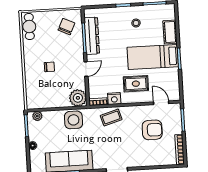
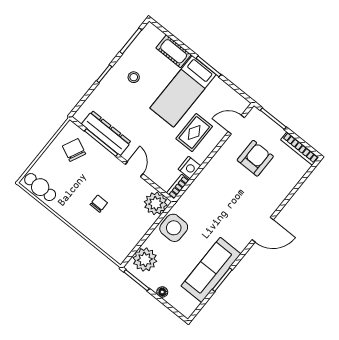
plant: (37, 116) -> (145, 260), width x1.87, depth x1.87
coffee table: (111, 117) -> (206, 188), removed

